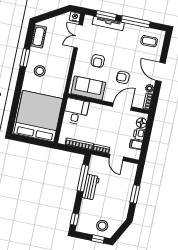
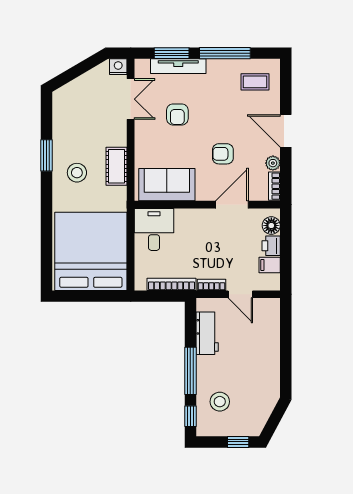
cot: (39, 36) -> (116, 166), moved
double door: (78, 36) -> (131, 99), swing flipped
armchair: (98, 61) -> (177, 114), moved
window: (83, 178) -> (190, 371), moved
workbench: (91, 187) -> (207, 333), moved
window: (135, 194) -> (286, 351), removed
stool: (102, 226) -> (220, 402), moved

